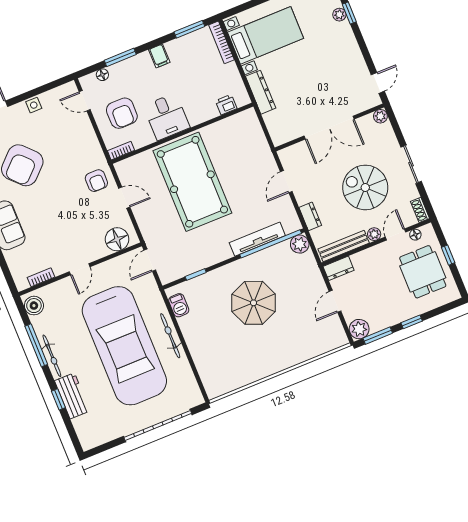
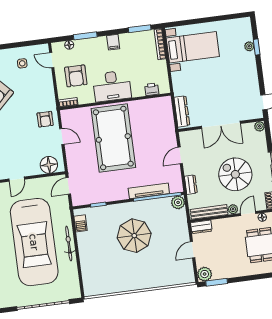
dresser: (261, 92) -> (182, 111), moved
side table: (34, 105) -> (22, 63), moved
desk: (167, 117) -> (112, 86), width x1.37
window: (412, 322) -> (243, 279), removed

